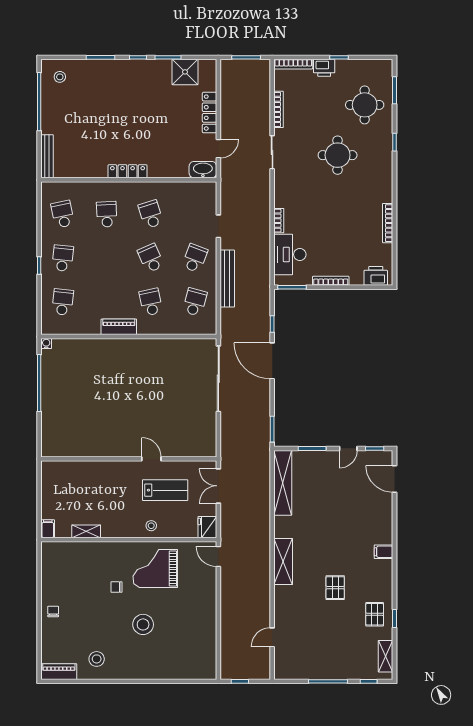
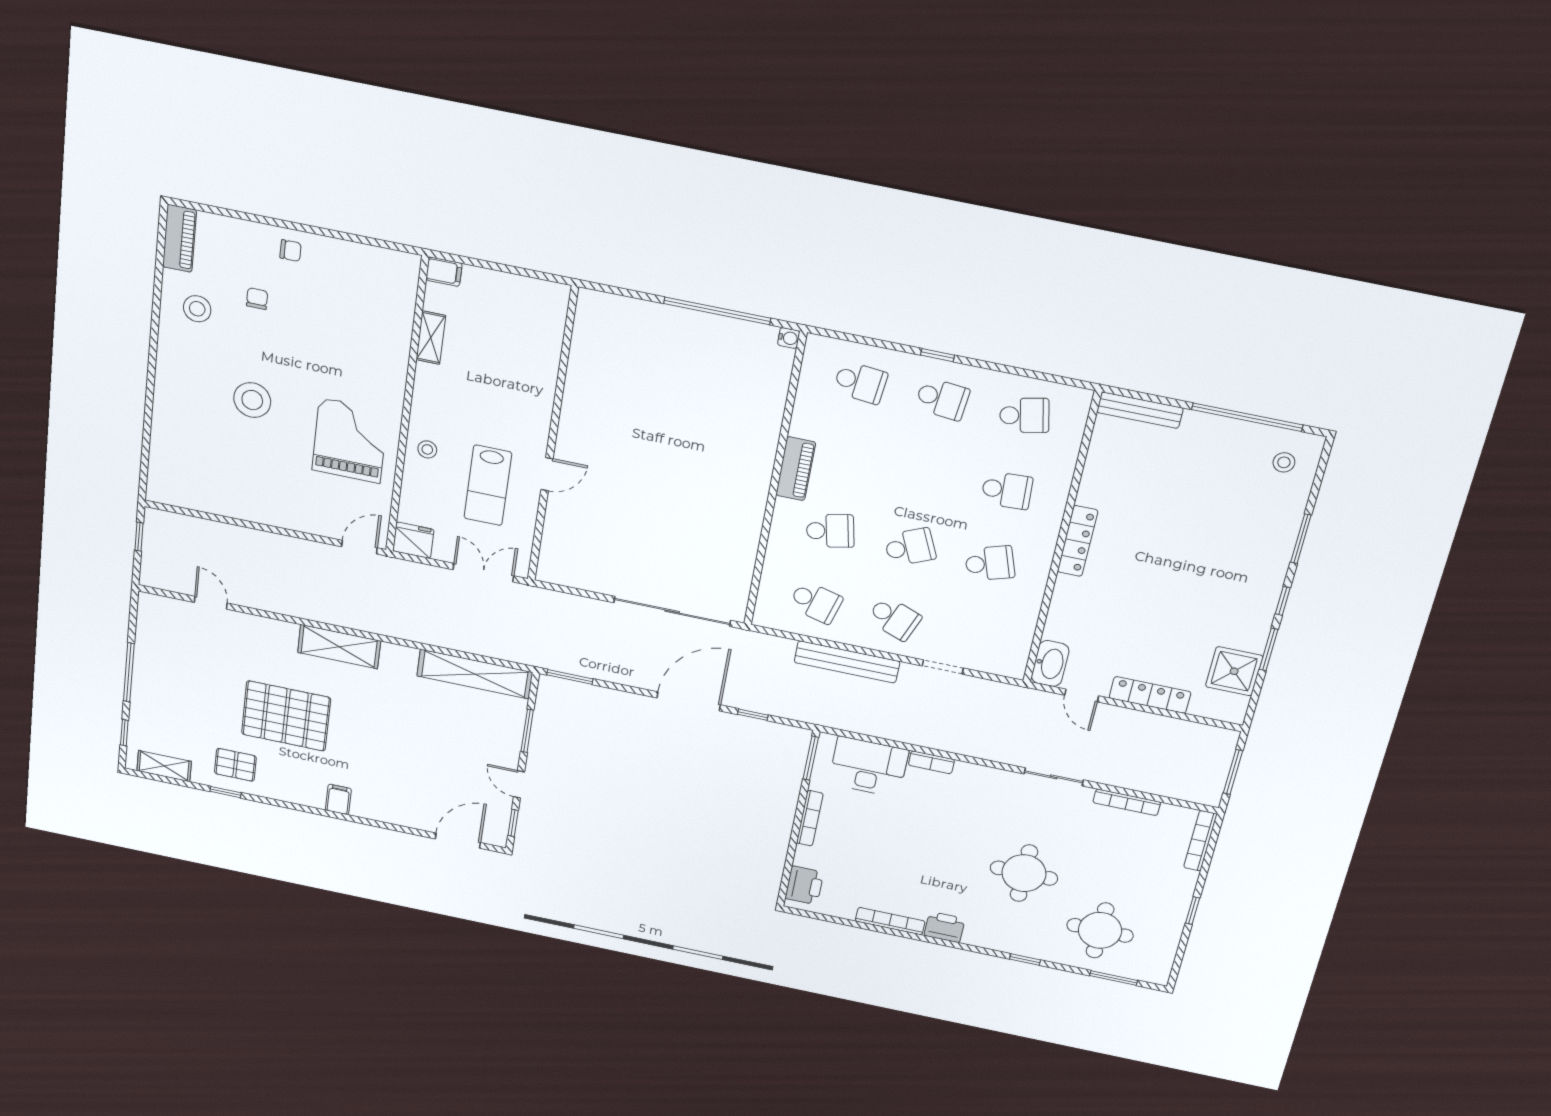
printer: (324, 68) -> (945, 927), moved, turned 90
chair: (116, 587) -> (257, 299), moved
pallet: (335, 588) -> (286, 716), width x2.05, depth x2.00

